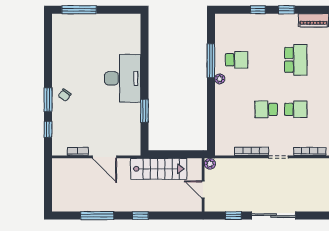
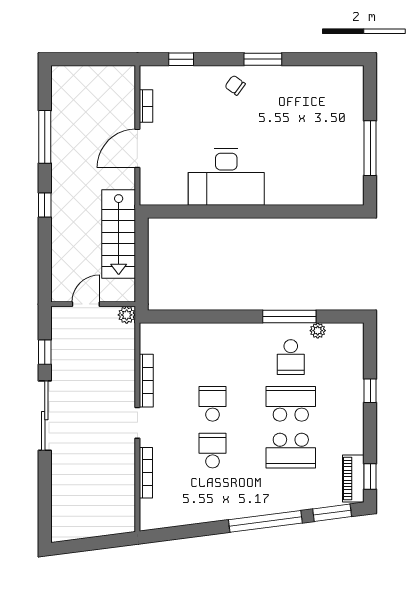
window: (79, 10) -> (370, 148), moved
window: (286, 10) -> (370, 476), moved
school desk: (266, 60) -> (291, 404), added
desk: (123, 78) -> (226, 177), moved
plant: (220, 79) -> (318, 331), moved
window: (48, 100) -> (263, 59), moved
school desk: (296, 109) -> (213, 451), turned 180
window: (144, 111) -> (210, 212), removed

